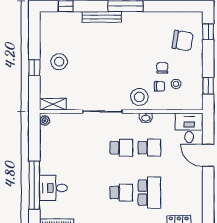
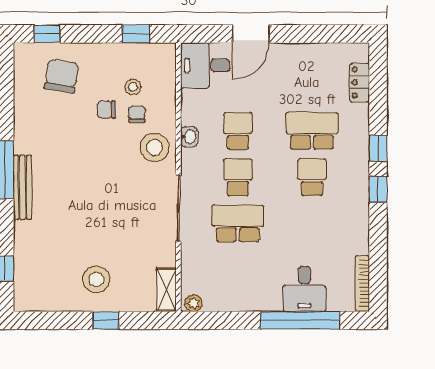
bench: (102, 17) -> (23, 187), moved
school desk: (93, 148) -> (238, 223), added

